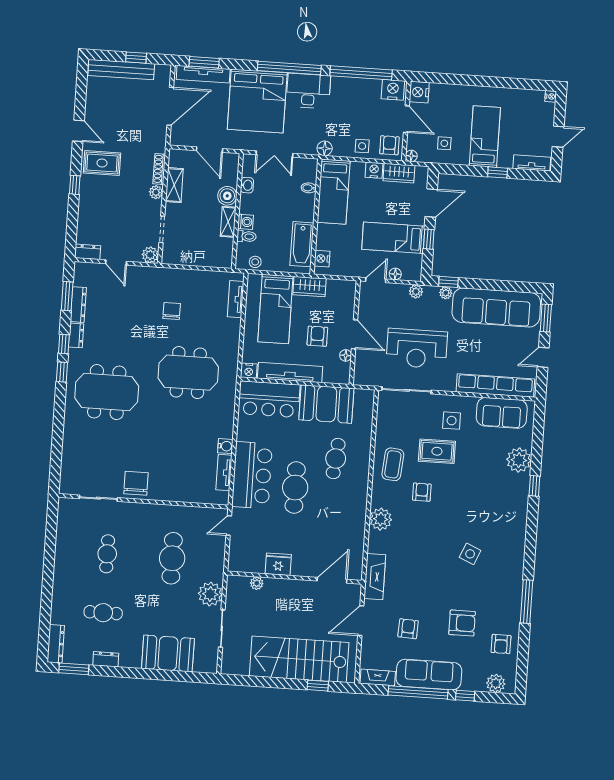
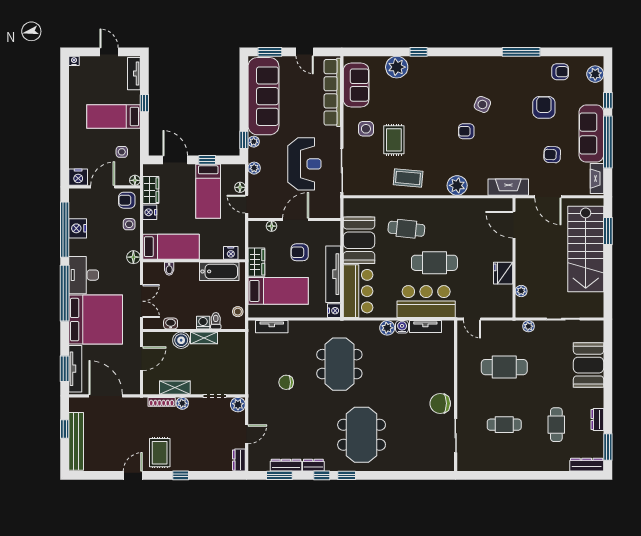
nightstand: (393, 90) -> (78, 228), moved
floor lamp: (346, 355) -> (272, 226), moved
plant: (225, 429) -> (387, 328), added
armchair: (422, 492) -> (466, 131), moved
plant: (210, 594) -> (528, 326), width x0.53, depth x0.53
window: (318, 686) -> (608, 231), width x1.50

